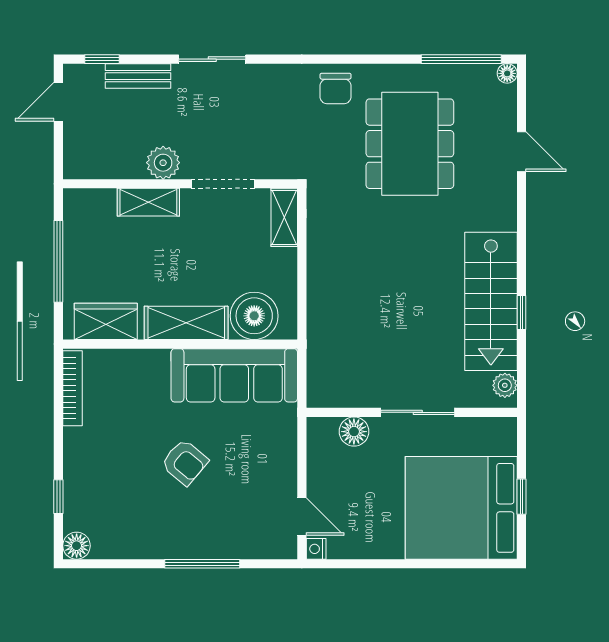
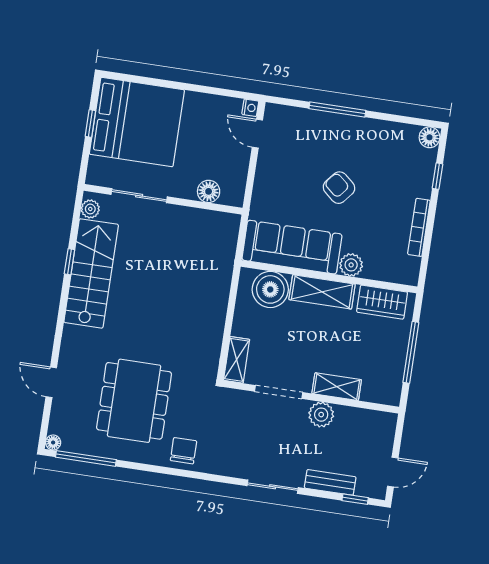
plant: (154, 364) -> (351, 265), added
bookcase: (72, 388) -> (419, 227), moved
sliding door: (418, 412) -> (139, 196), moved

